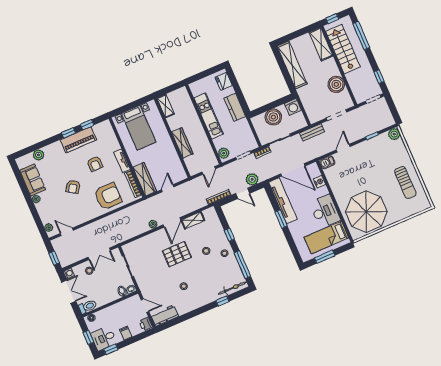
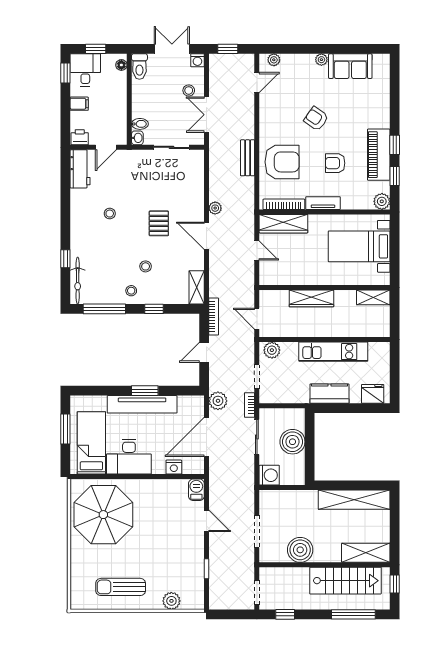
washing machine: (293, 107) -> (269, 475), moved, turned 180
bench: (312, 132) -> (248, 158), moved
plant: (394, 134) -> (171, 601), moved
plant: (38, 155) -> (382, 201), moved
plant: (252, 179) -> (218, 401), moved
armchair: (108, 196) -> (282, 162), turned -90
tv unit: (283, 201) -> (142, 404), moved
shelving: (193, 220) -> (197, 287), moved
pallet: (177, 254) -> (159, 223), width x0.67, depth x0.71
double door: (69, 292) -> (172, 49), swing flipped

